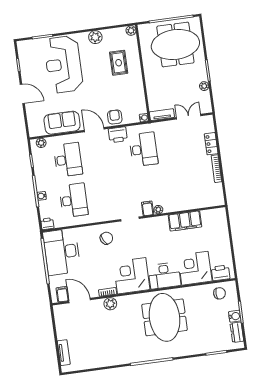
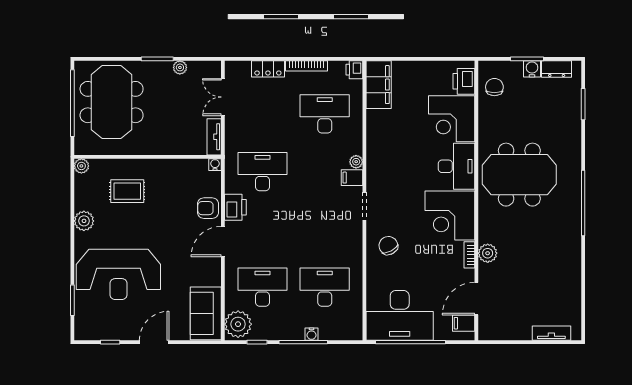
sofa: (62, 123) -> (206, 313), moved
plant: (41, 143) -> (238, 324), width x1.87, depth x1.87
desk: (187, 185) -> (325, 114), added
filing cabinet: (185, 221) -> (379, 85), moved
printer: (47, 224) -> (354, 70), moved

